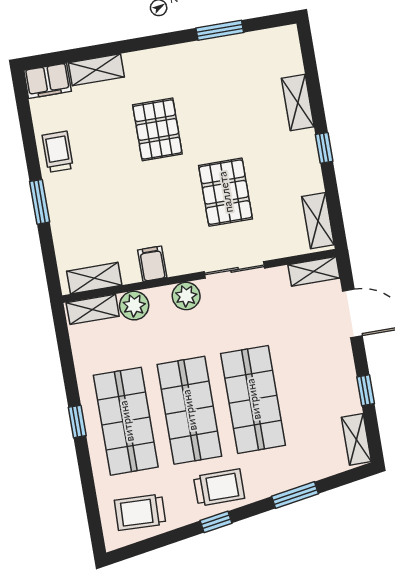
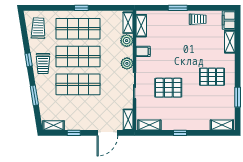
shelving: (298, 102) -> (222, 125), moved
pallet: (157, 129) -> (212, 77), moved

